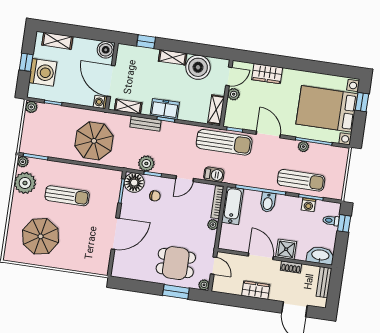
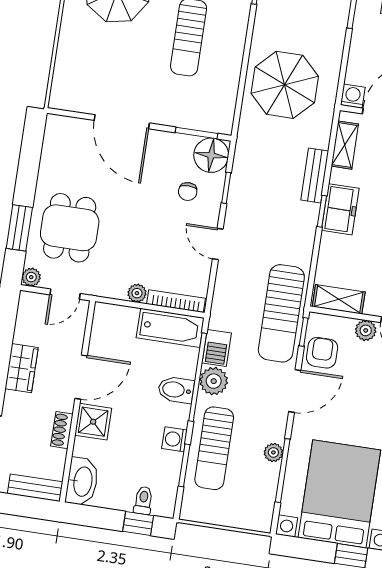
armchair: (246, 119) -> (322, 353), added
plant: (146, 163) -> (214, 381), moved
barbecue: (214, 175) -> (217, 348), moved
washing machine: (308, 205) -> (174, 439), moved

